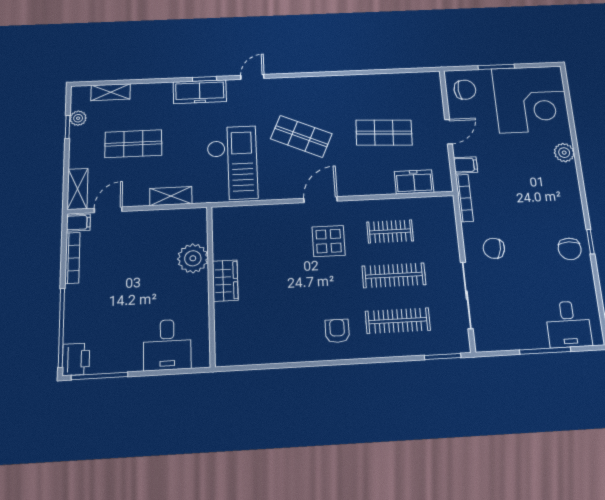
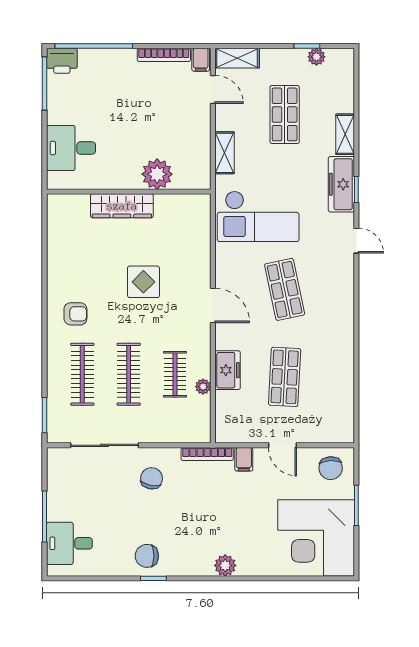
shelving: (111, 92) -> (345, 134), moved
shop shelf: (301, 136) -> (285, 289), turned -36
plant: (564, 153) -> (225, 565), moved
freezer: (414, 182) -> (228, 370), moved
plant: (400, 205) -> (203, 387), added
display table: (329, 241) -> (143, 282), moved
wardrobe: (225, 281) -> (122, 206), width x1.50

